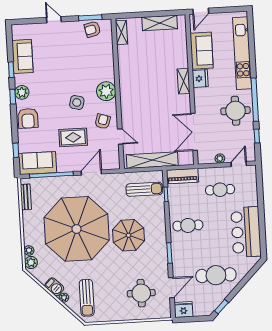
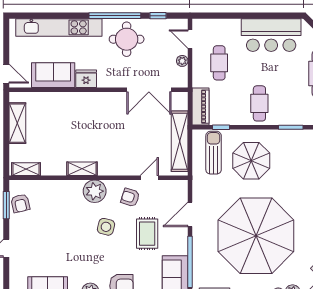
shelving: (183, 81) -> (82, 169), moved
door: (91, 172) -> (190, 214), hinge flipped
parasol: (129, 235) -> (251, 161), moved

